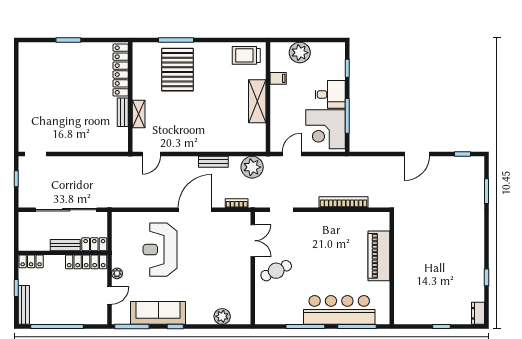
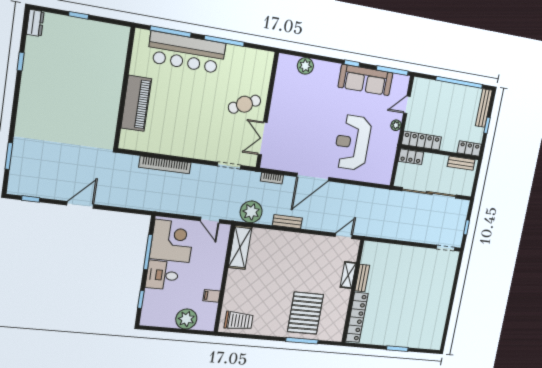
shelving: (257, 101) -> (240, 247), moved
door: (292, 154) -> (210, 220), hinge flipped
bench: (65, 245) -> (461, 163), moved
reception desk: (160, 250) -> (352, 142), turned 180

